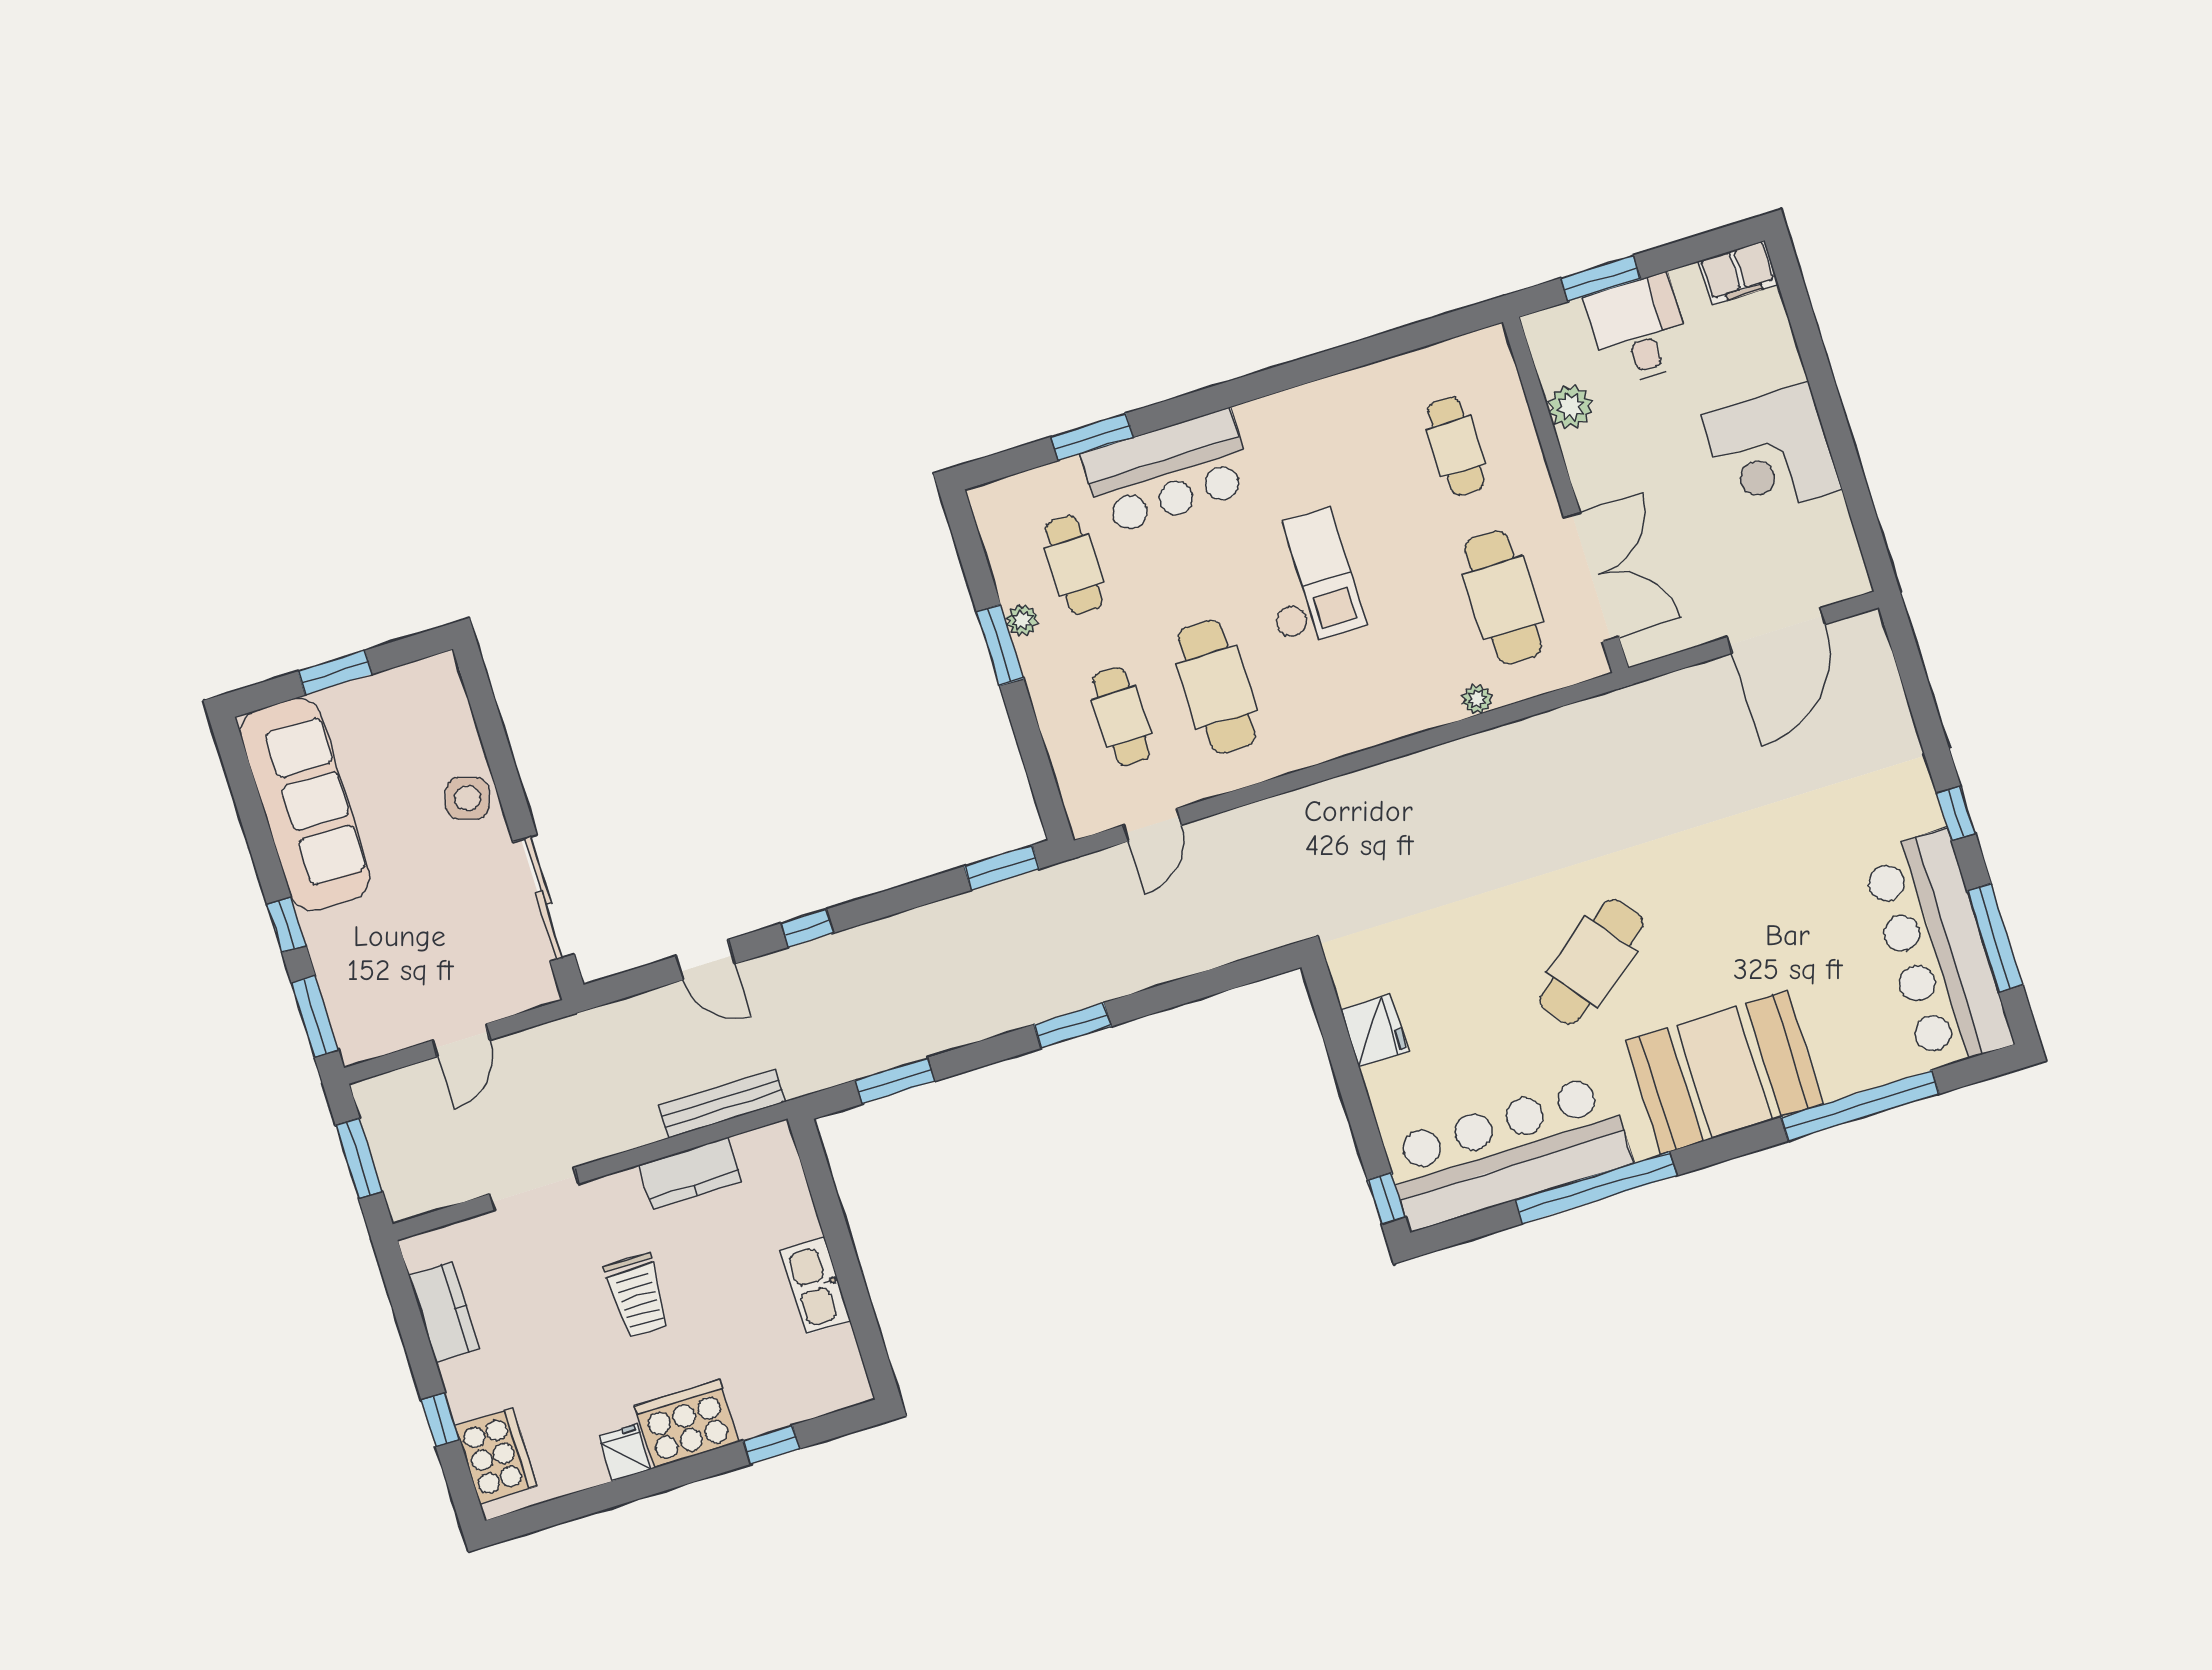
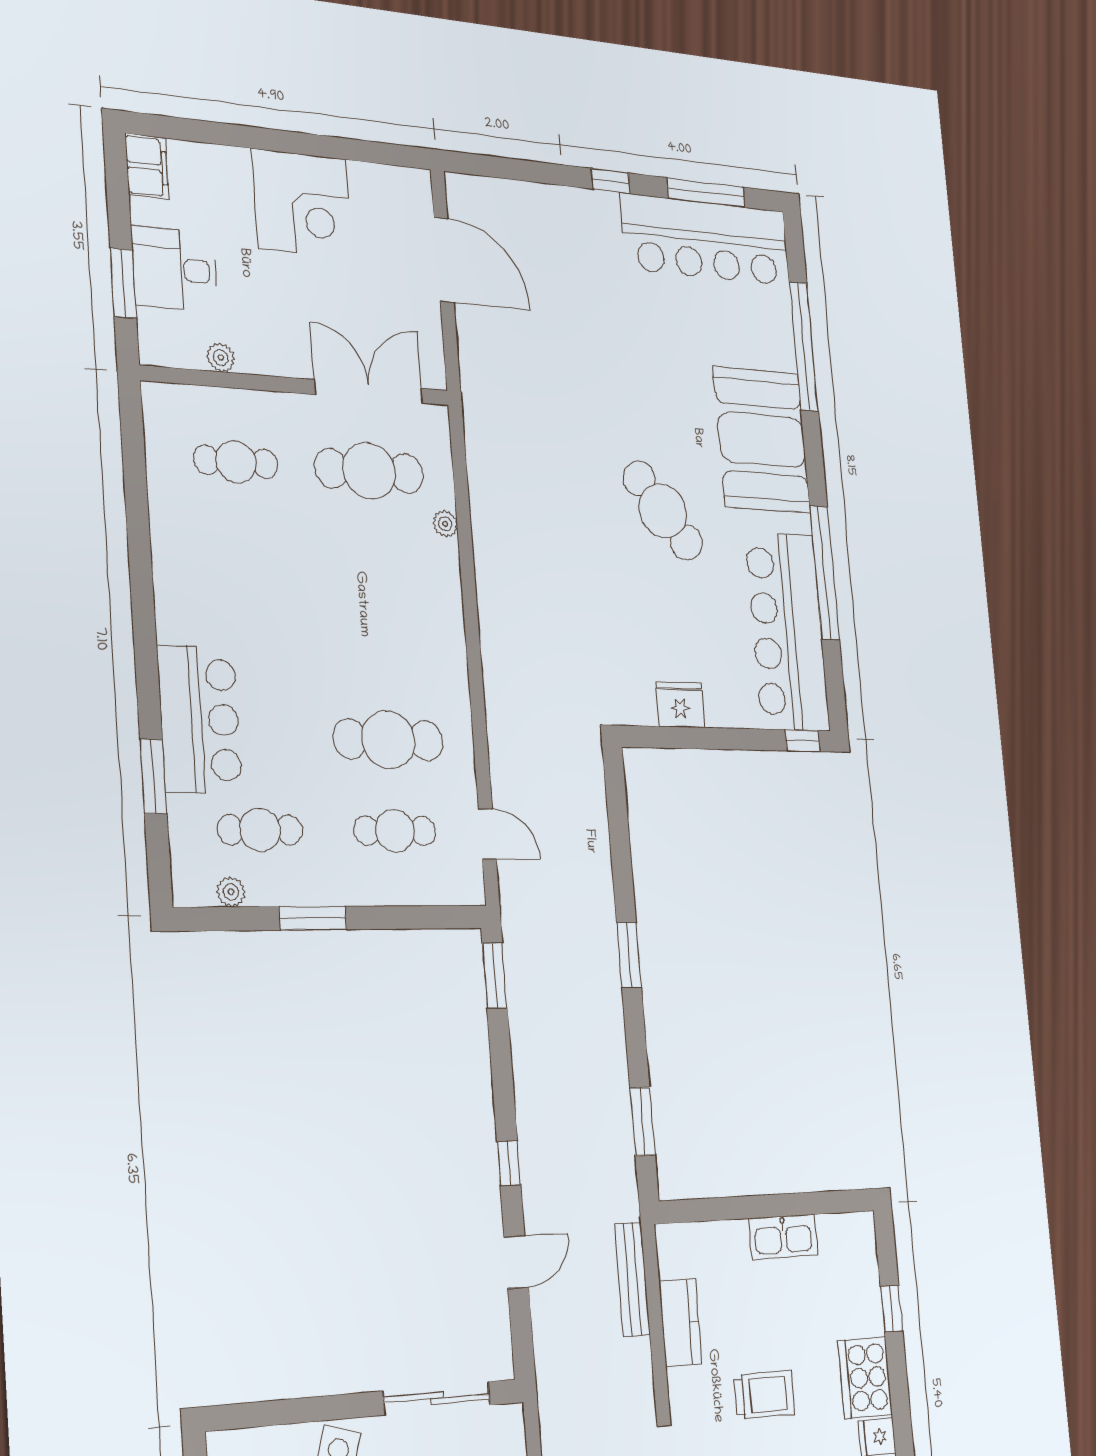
plant: (1570, 407) -> (221, 357), width x0.73, depth x0.73
checkout: (1307, 579) -> (317, 630), removed
plant: (1022, 620) -> (231, 892), moved

